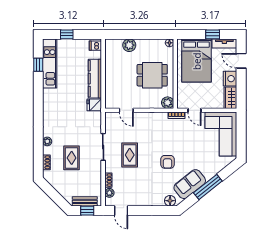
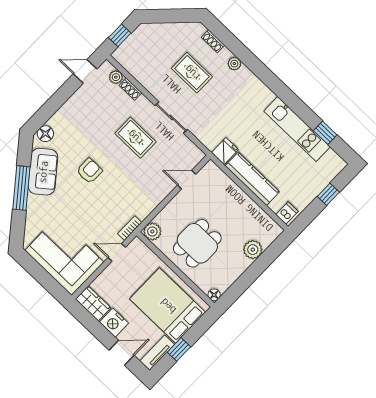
kitchen unit: (50, 63) -> (297, 129), moved
armchair: (168, 162) -> (89, 171), turned 90
bench: (85, 201) -> (132, 42), removed

